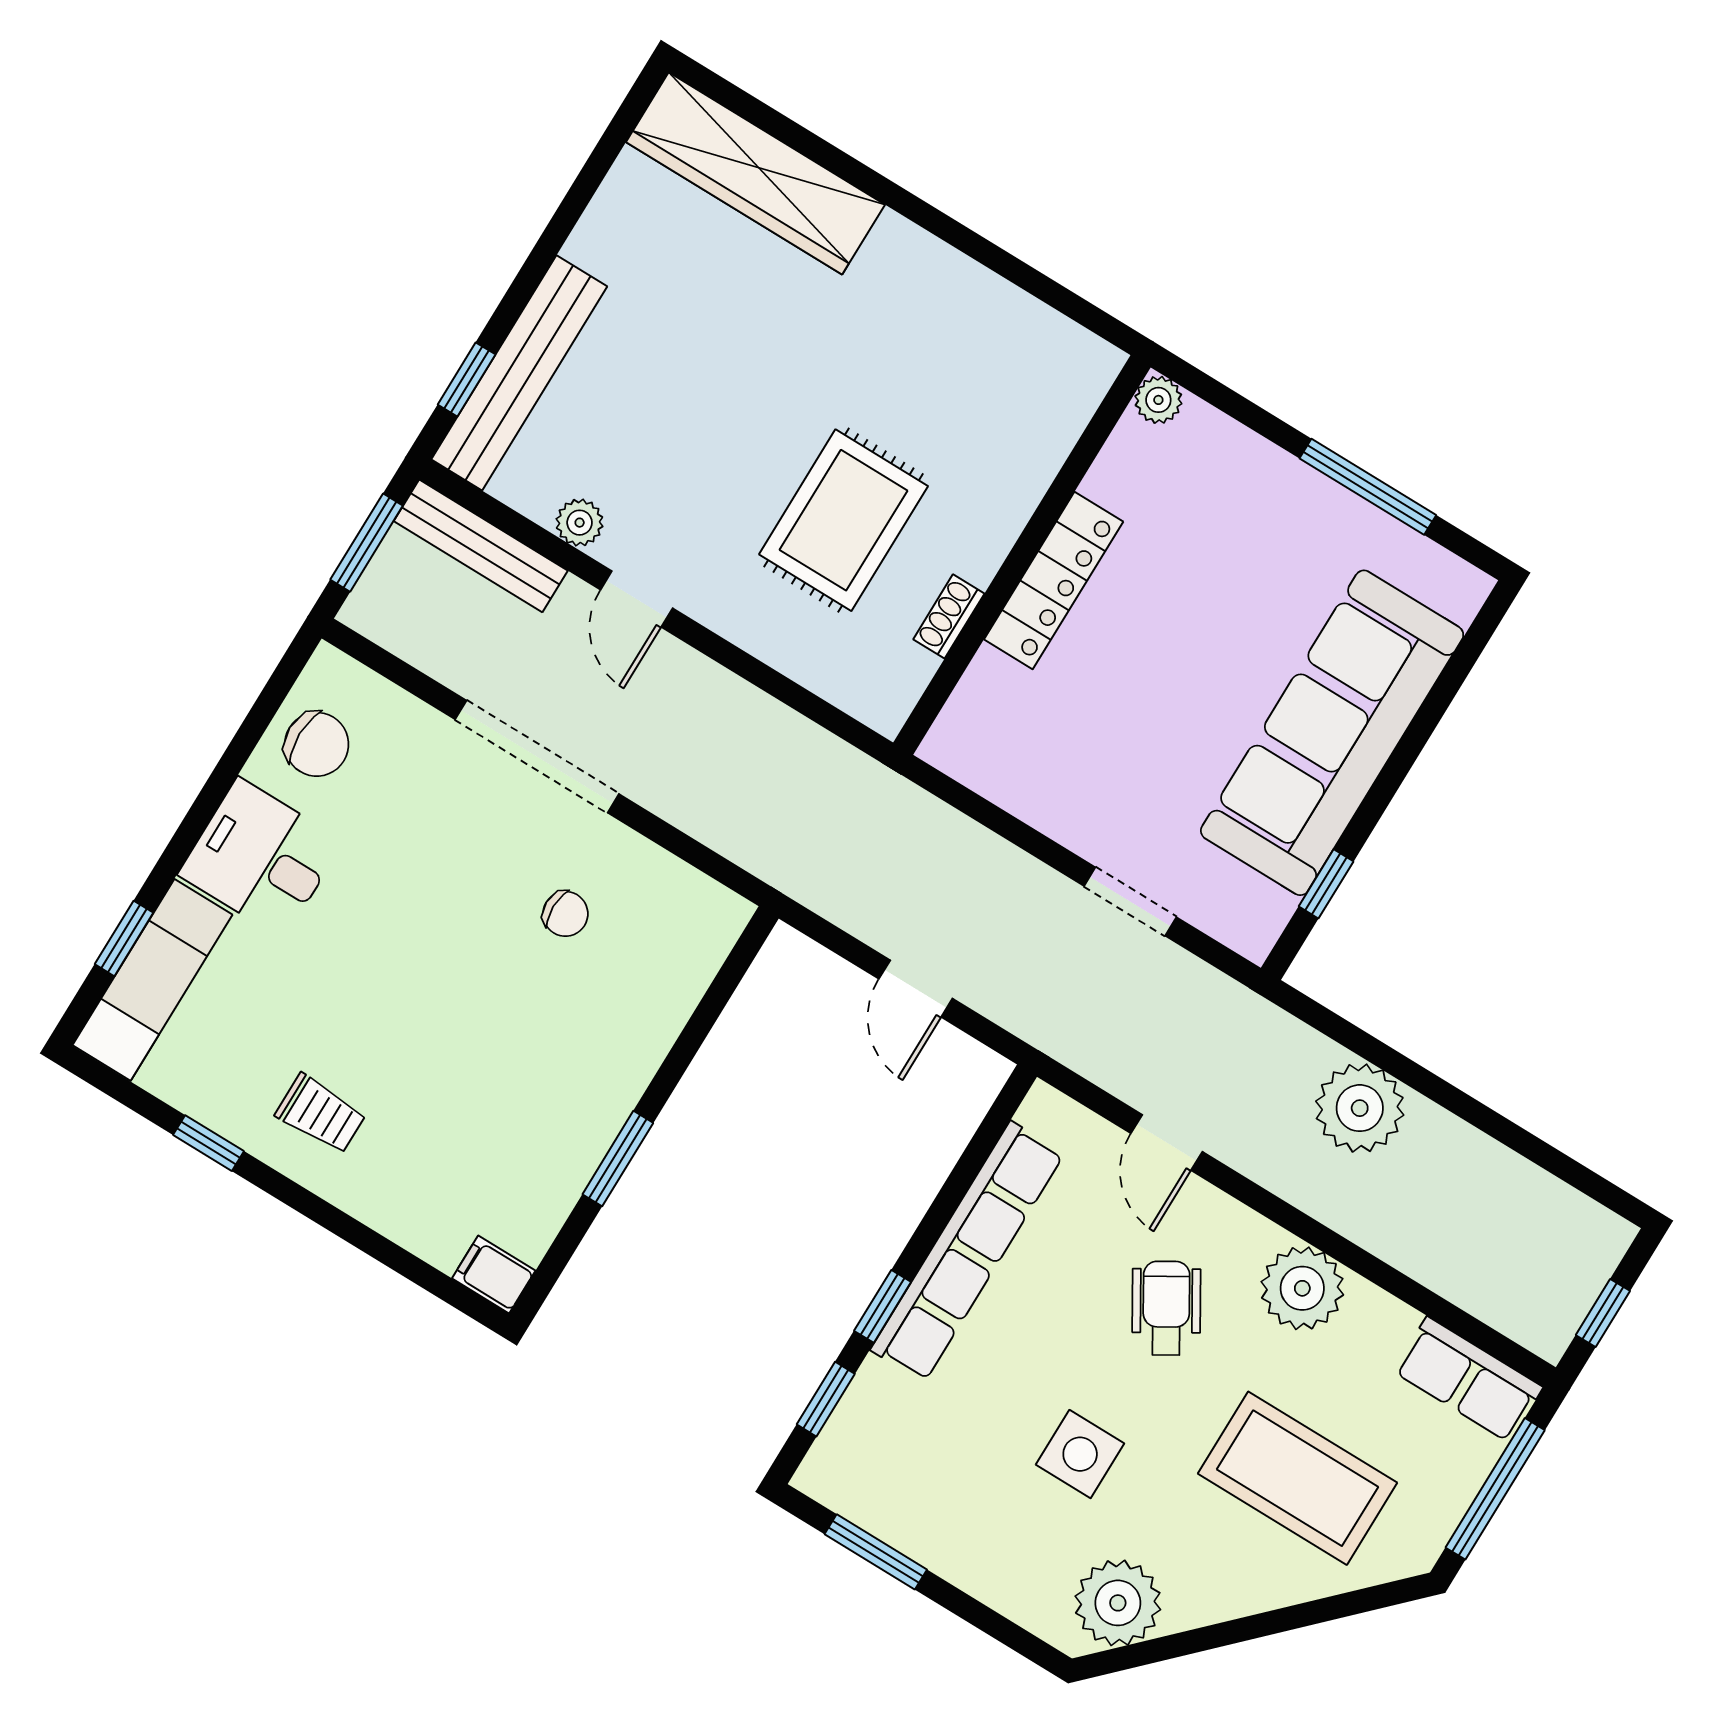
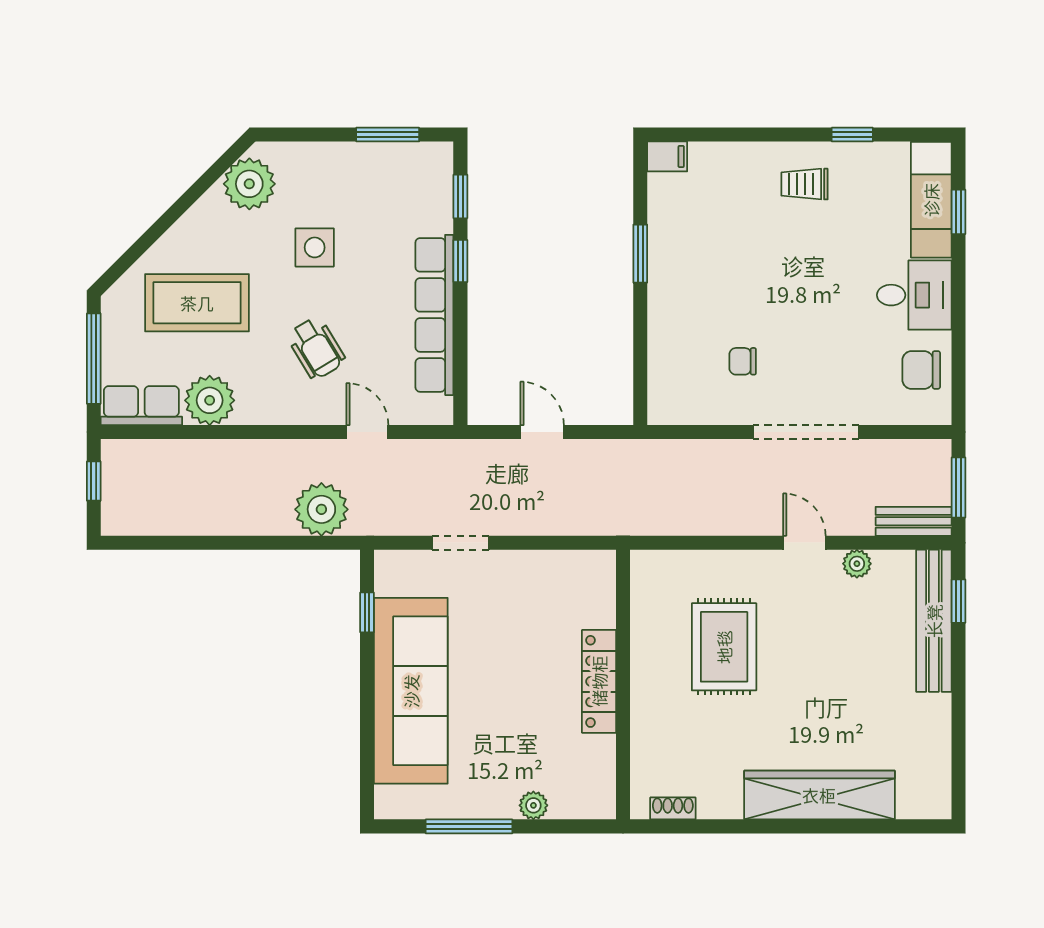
wardrobe: (755, 173) -> (819, 795), moved
plant: (1158, 400) -> (533, 805), moved
bench: (481, 546) -> (914, 521), width x0.73
shoe rack: (949, 616) -> (673, 808), moved, turned -90
plant: (1360, 1108) -> (321, 509), moved
plant: (1302, 1288) -> (210, 400), moved

